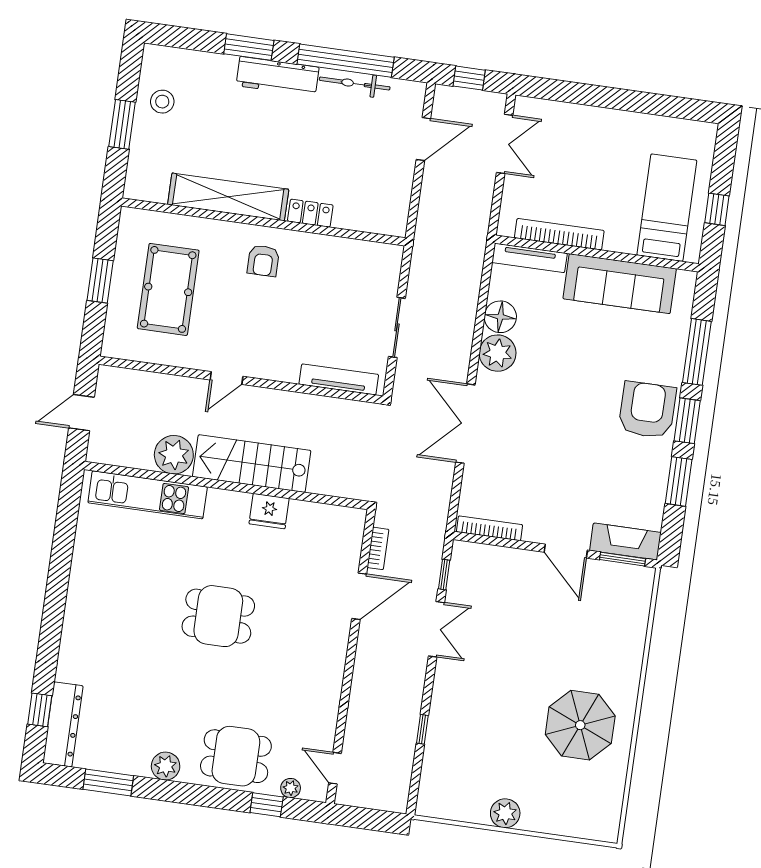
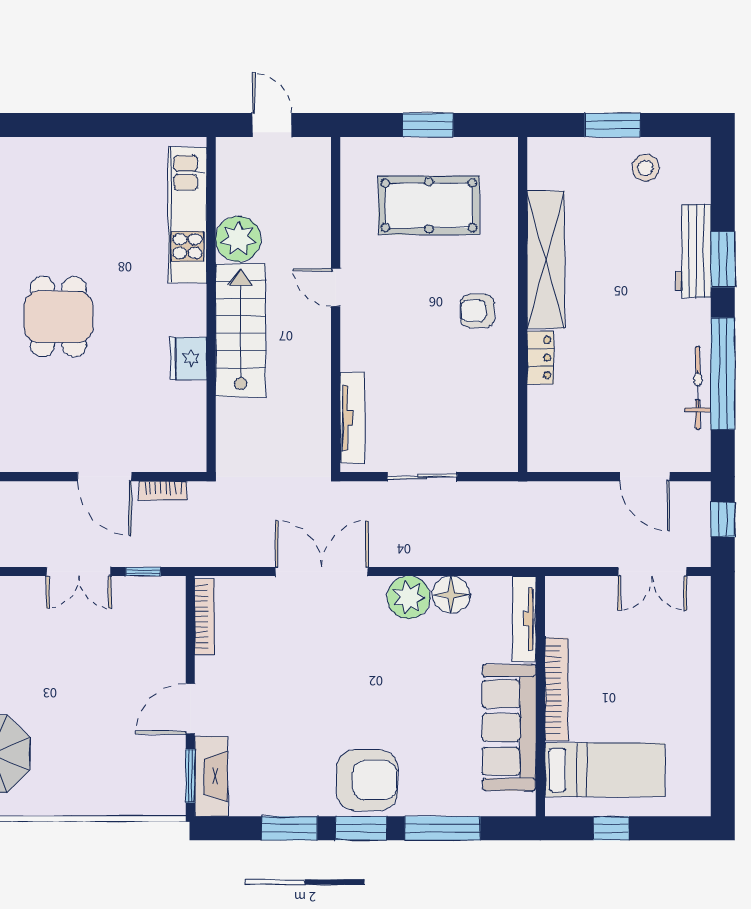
workbench: (278, 76) -> (693, 251), moved
bookcase: (559, 234) -> (557, 689), moved

